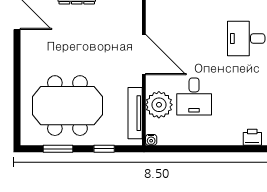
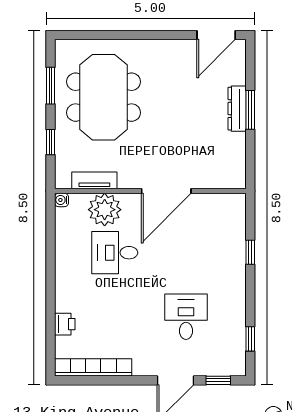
tv unit: (135, 113) -> (94, 180), width x0.71

